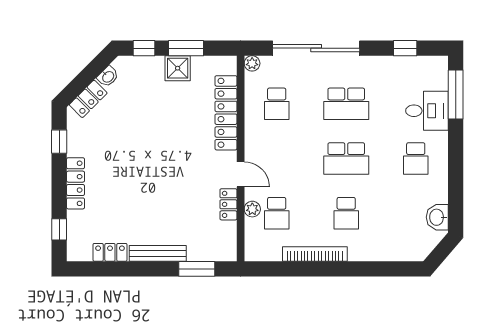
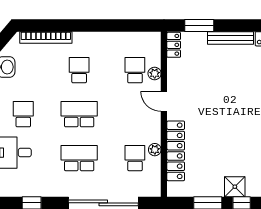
plant: (252, 63) -> (155, 150), moved
shower: (178, 68) -> (235, 187), moved
locker: (228, 204) -> (174, 45), moved
bookcase: (315, 254) -> (46, 37), moved

